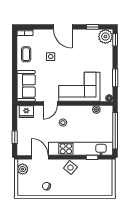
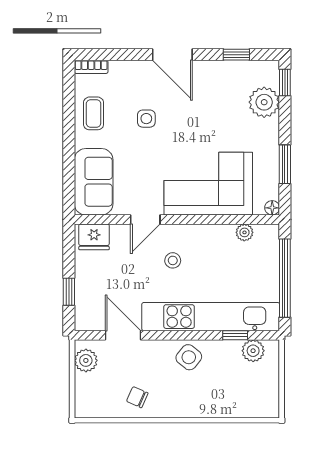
plant: (105, 37) -> (264, 102), moved
plant: (100, 165) -> (253, 351), added

